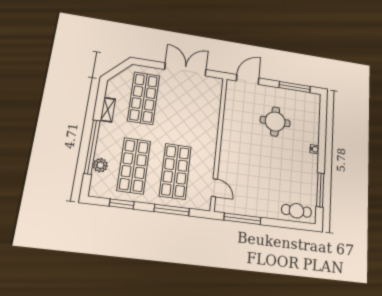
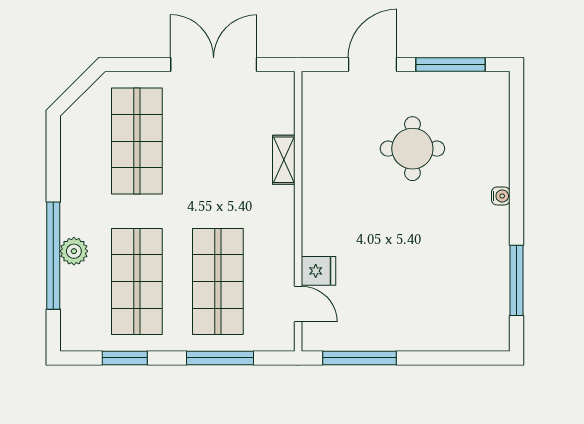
door: (248, 80) -> (373, 65), moved
shelving: (108, 110) -> (284, 160), moved
plant: (100, 165) -> (74, 251), moved
fridge: (226, 173) -> (318, 271), added
cafe table: (297, 211) -> (468, 329), removed

